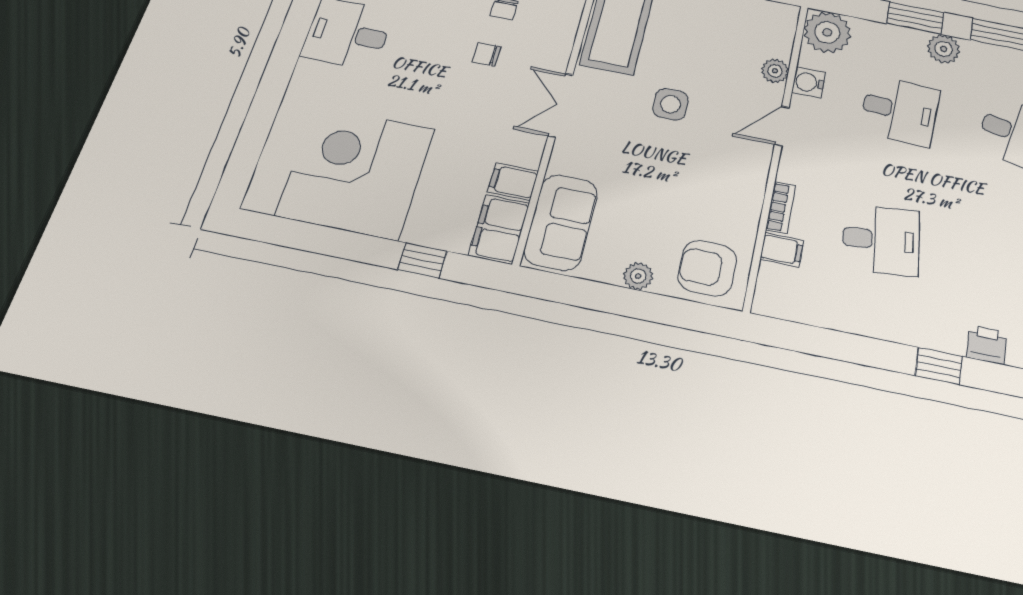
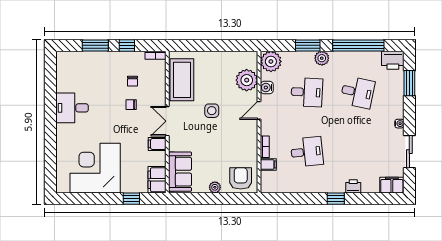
plant: (775, 71) -> (247, 80), width x1.88, depth x1.88
filing cabinet: (513, 182) -> (157, 144), moved
armchair: (707, 268) -> (241, 178), turned 90

